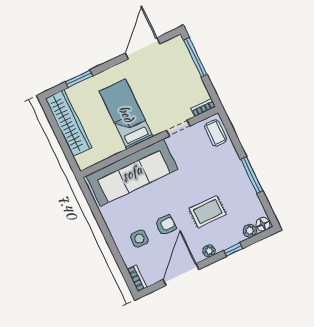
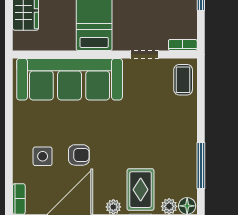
window: (252, 175) -> (201, 165), moved
rug: (208, 212) -> (141, 190), moved, turned 90

